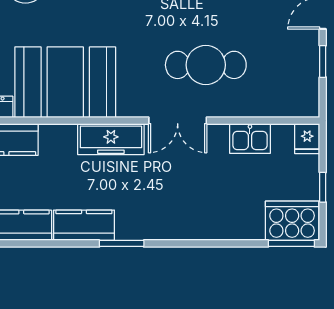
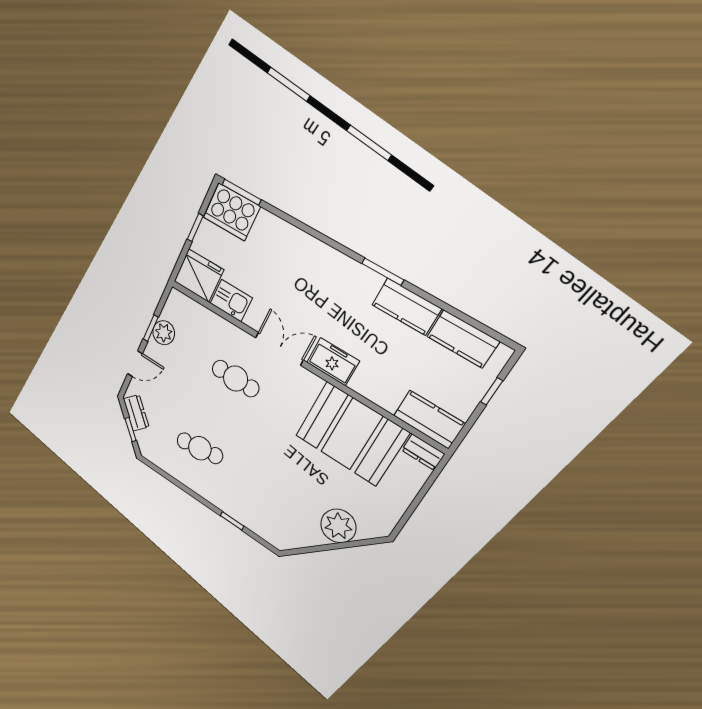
cafe table: (206, 65) -> (236, 379), width x0.73, depth x0.74
plant: (306, 65) -> (164, 333), added
freezer: (111, 139) -> (333, 362), width x0.71
fridge: (307, 139) -> (199, 276), width x1.88, depth x1.34

